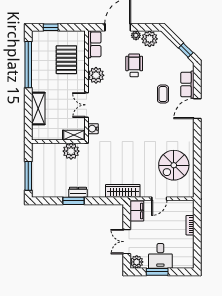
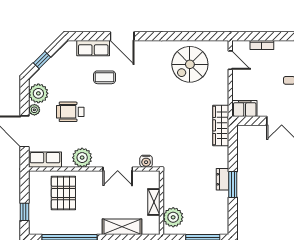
window: (186, 50) -> (42, 60), moved
pallet: (66, 60) -> (63, 193), turned 90
shelving: (74, 135) -> (154, 202), moved
plant: (71, 151) -> (173, 217), moved
spiral stairs: (174, 165) -> (190, 64), turned 90
door: (159, 199) -> (230, 60), moved

